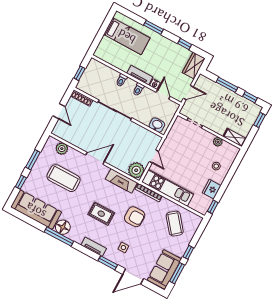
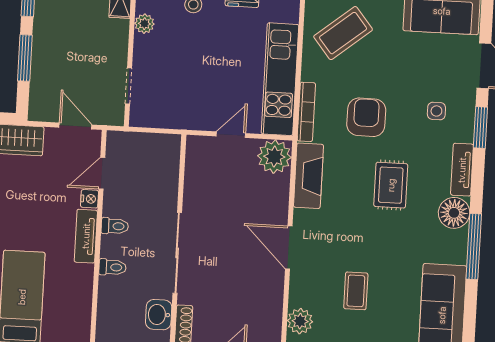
washbasin: (157, 125) -> (159, 315), moved
coffee table: (64, 178) -> (356, 291), width x0.54, depth x0.58
floor lamp: (63, 227) -> (454, 213), moved

